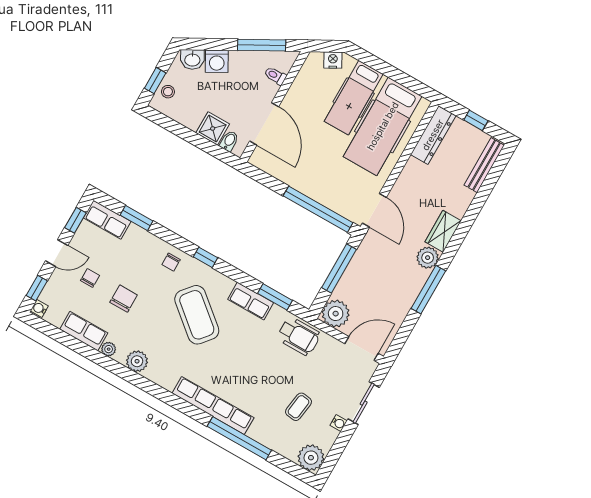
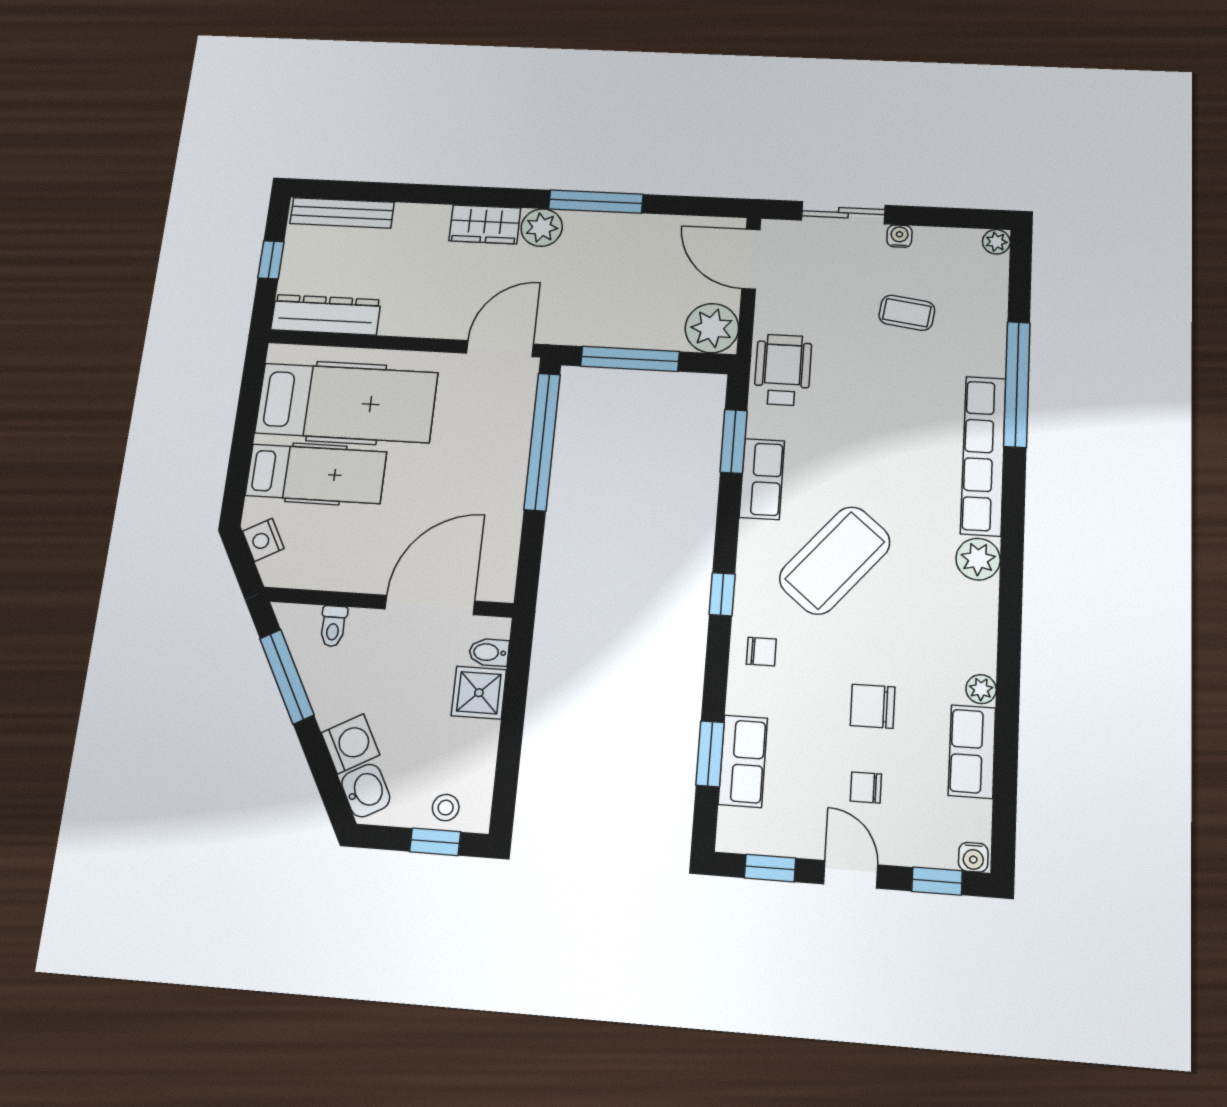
row of seats: (107, 220) -> (743, 761), moved
plant: (137, 361) -> (978, 559), moved
plant: (311, 458) -> (996, 242), width x0.53, depth x0.53

